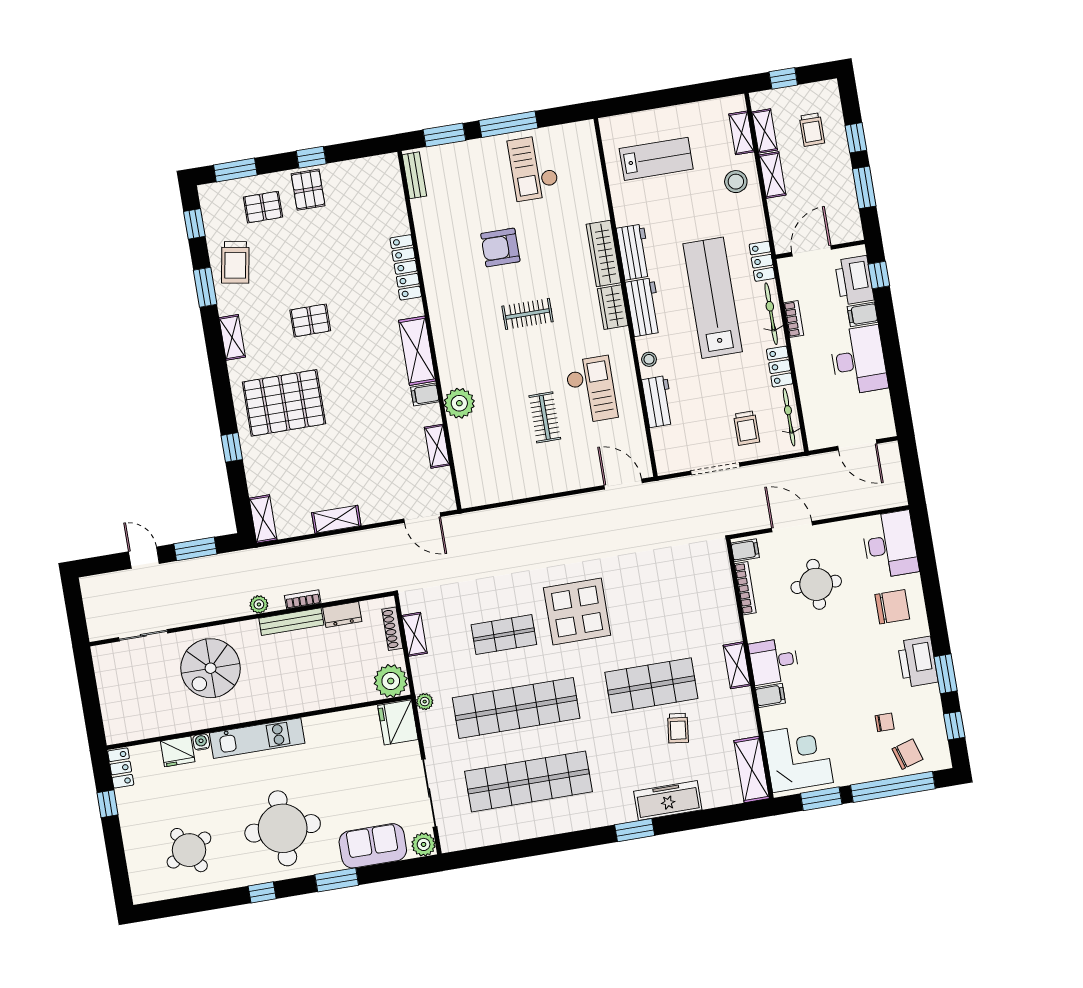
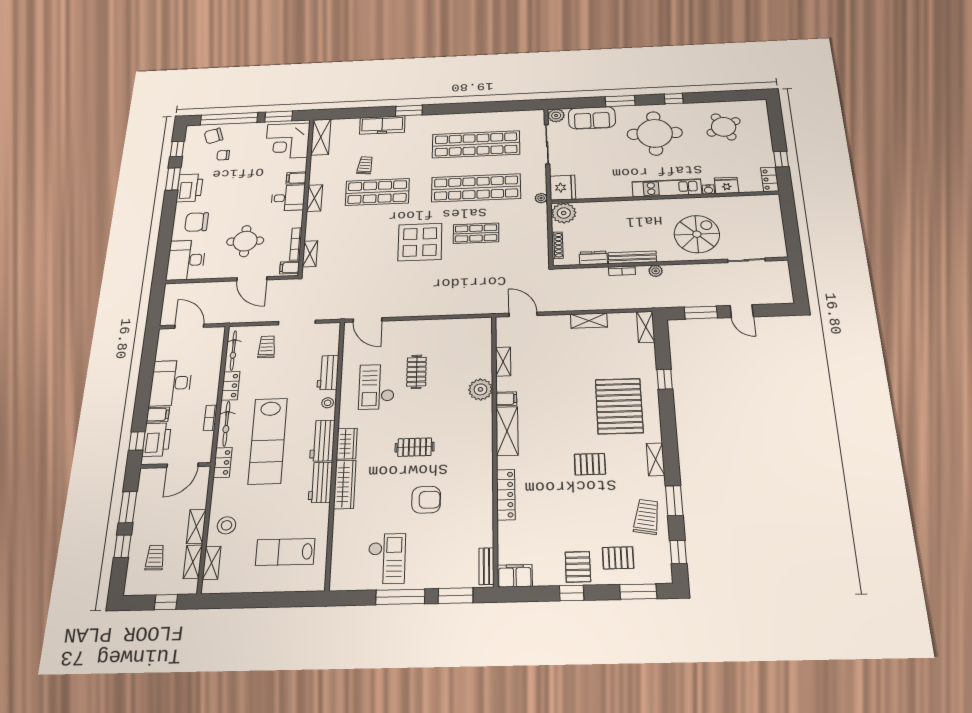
filing cabinet: (380, 168) -> (515, 576), added
pallet: (284, 403) -> (619, 406), turned 90
shelving: (414, 634) -> (310, 254), moved

